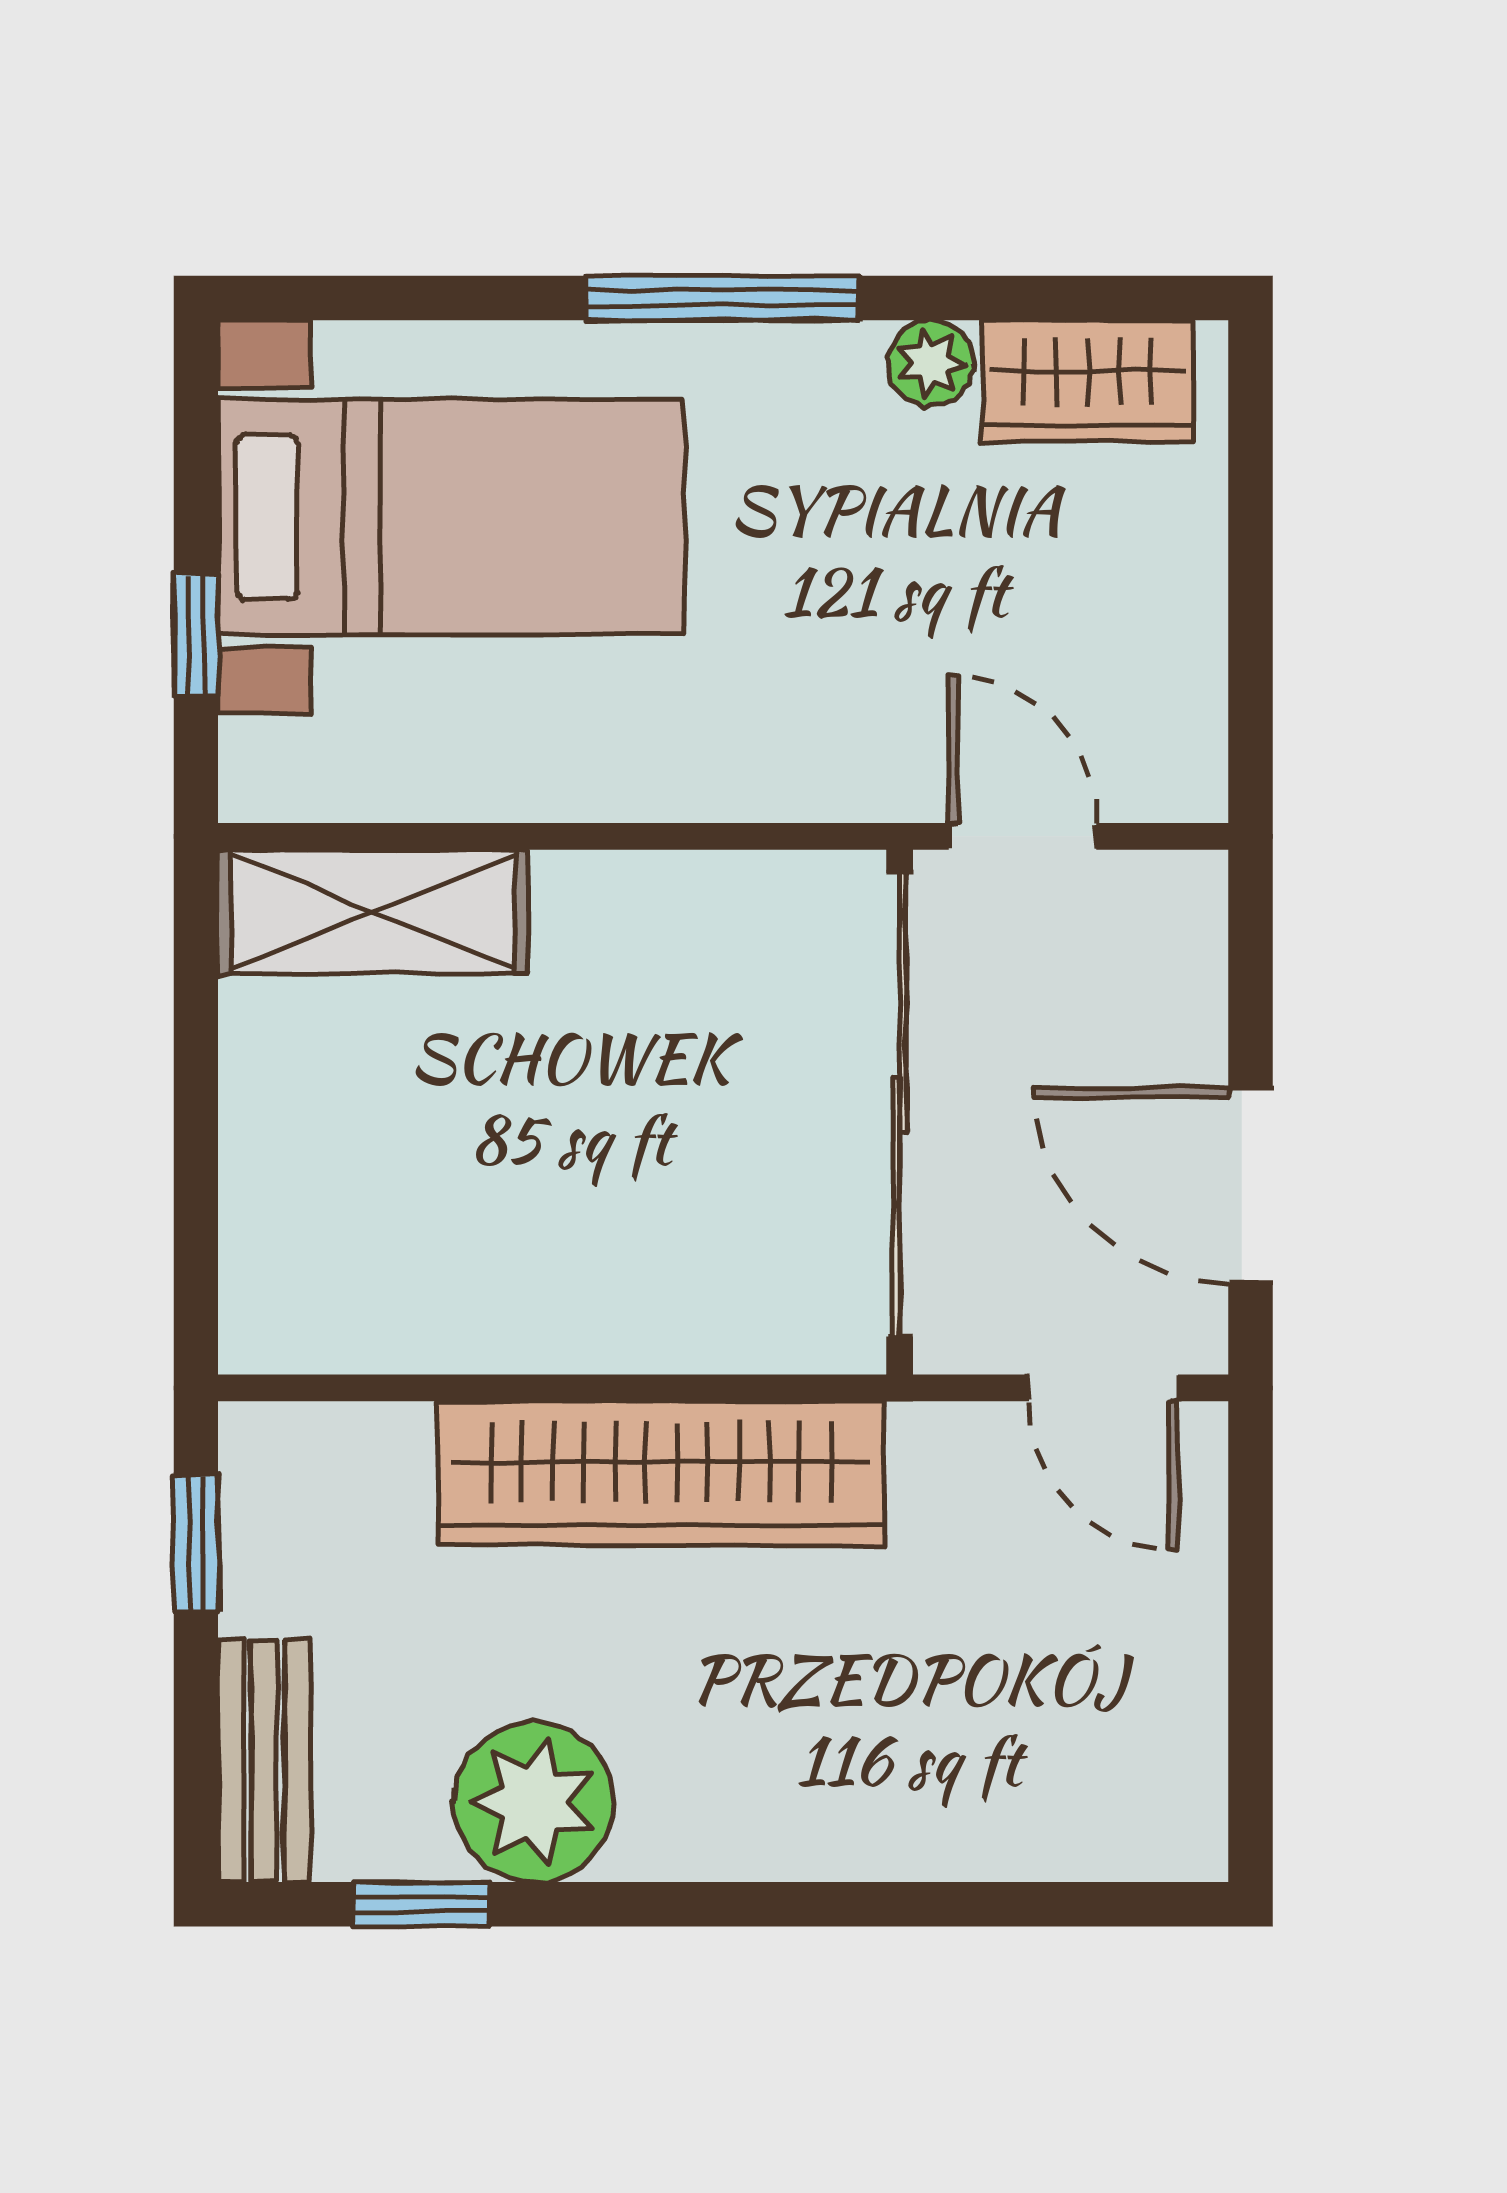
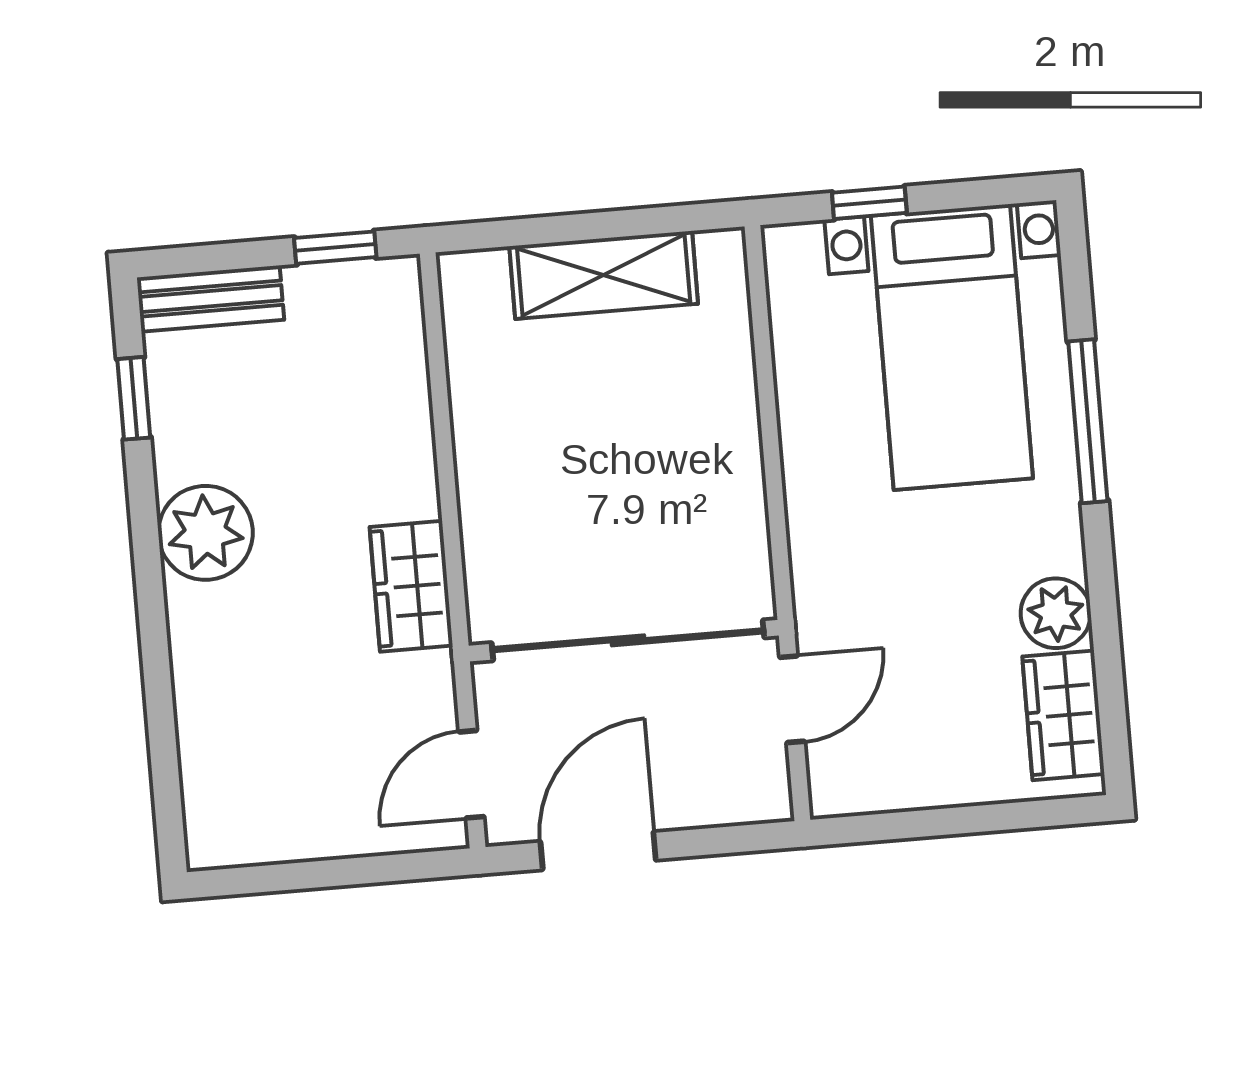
window: (723, 298) -> (1088, 421), moved
plant: (931, 363) -> (1056, 613), width x1.38, depth x1.38
shelving: (373, 912) -> (604, 275), moved, turned 90
wardrobe: (661, 1473) -> (411, 586), width x0.48, depth x0.85
plant: (534, 1802) -> (206, 533), moved

